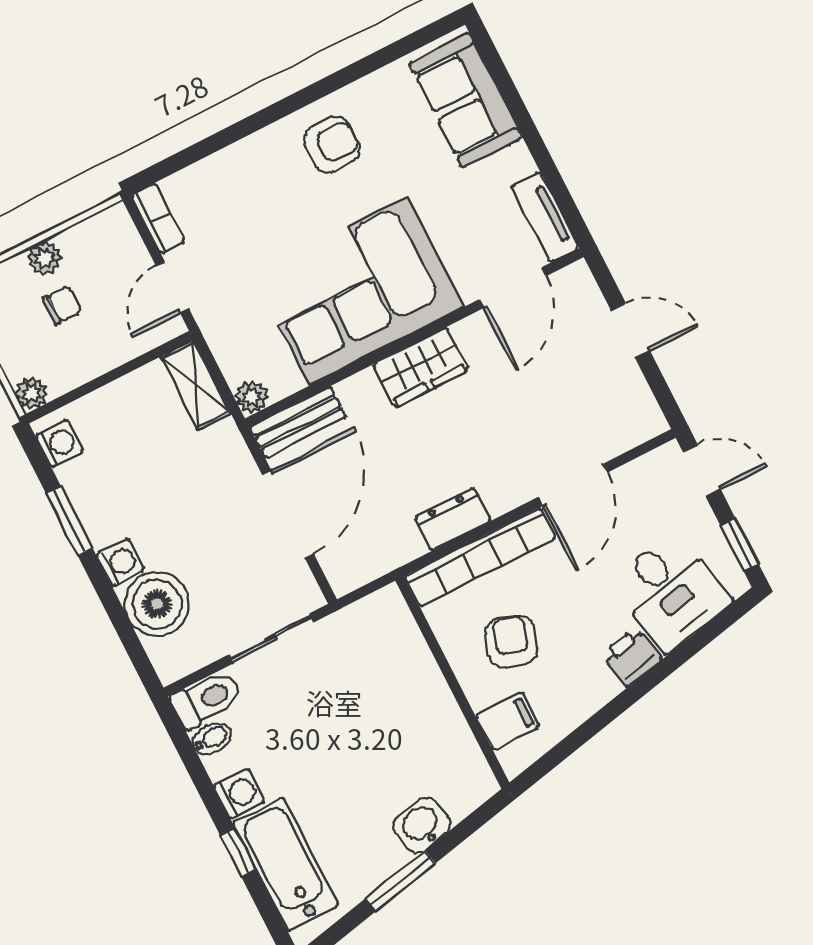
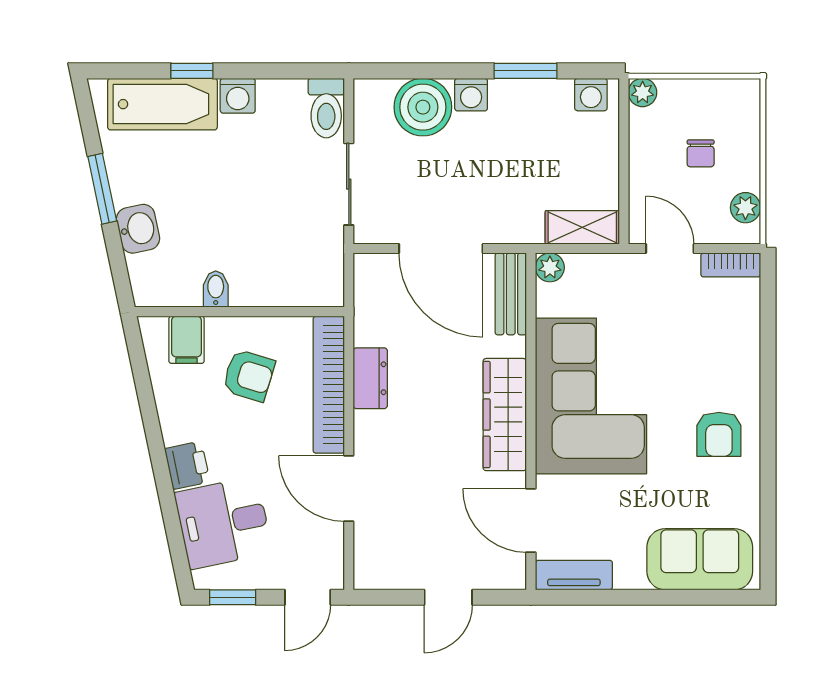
plant: (45, 258) -> (745, 208), moved
wardrobe: (421, 367) -> (505, 415), width x1.50
bidet: (212, 738) -> (216, 289), moved, turned 180

